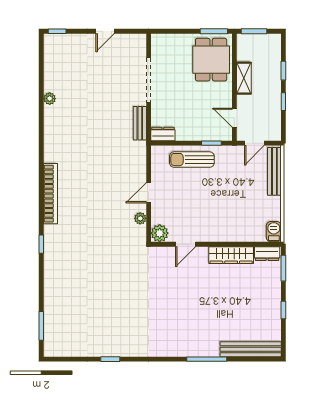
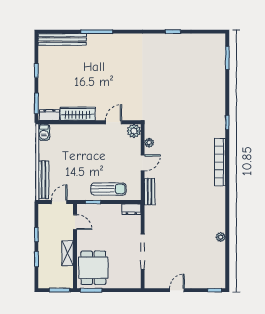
bench: (140, 123) -> (150, 192), moved

